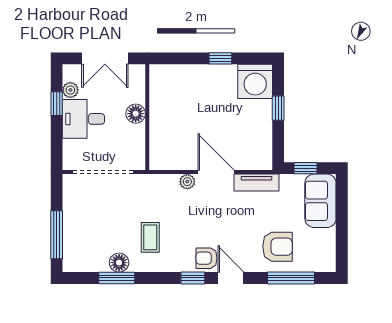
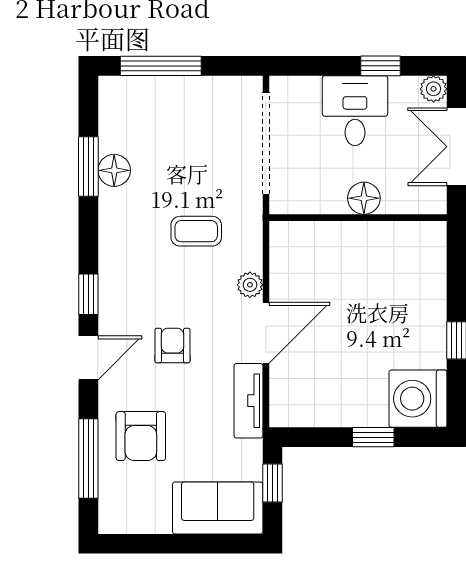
plant: (70, 90) -> (433, 89), moved
coffee table: (150, 237) -> (196, 231), moved
armchair: (207, 258) -> (173, 346), moved

